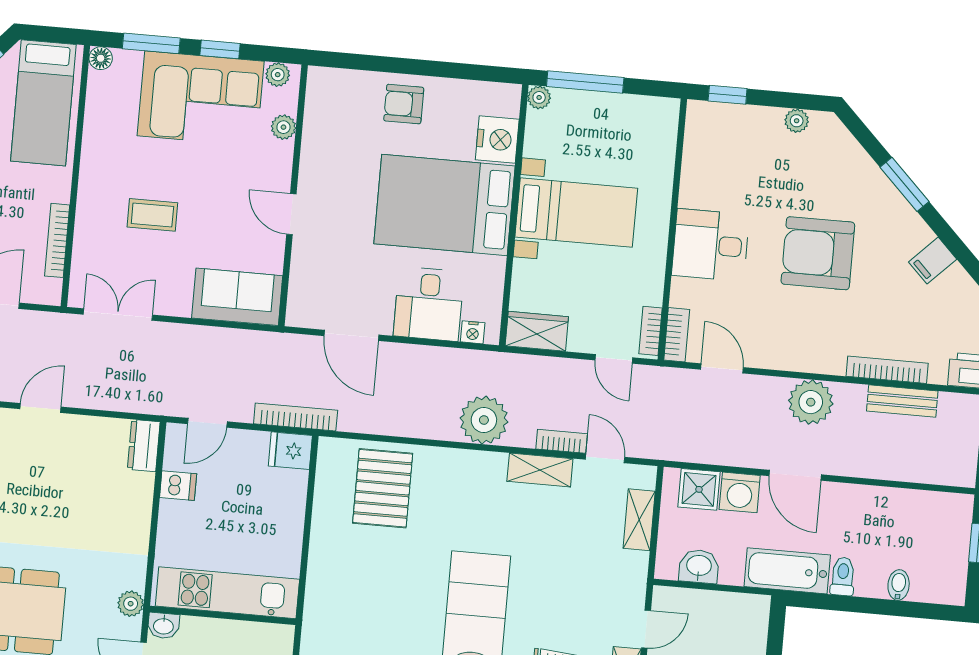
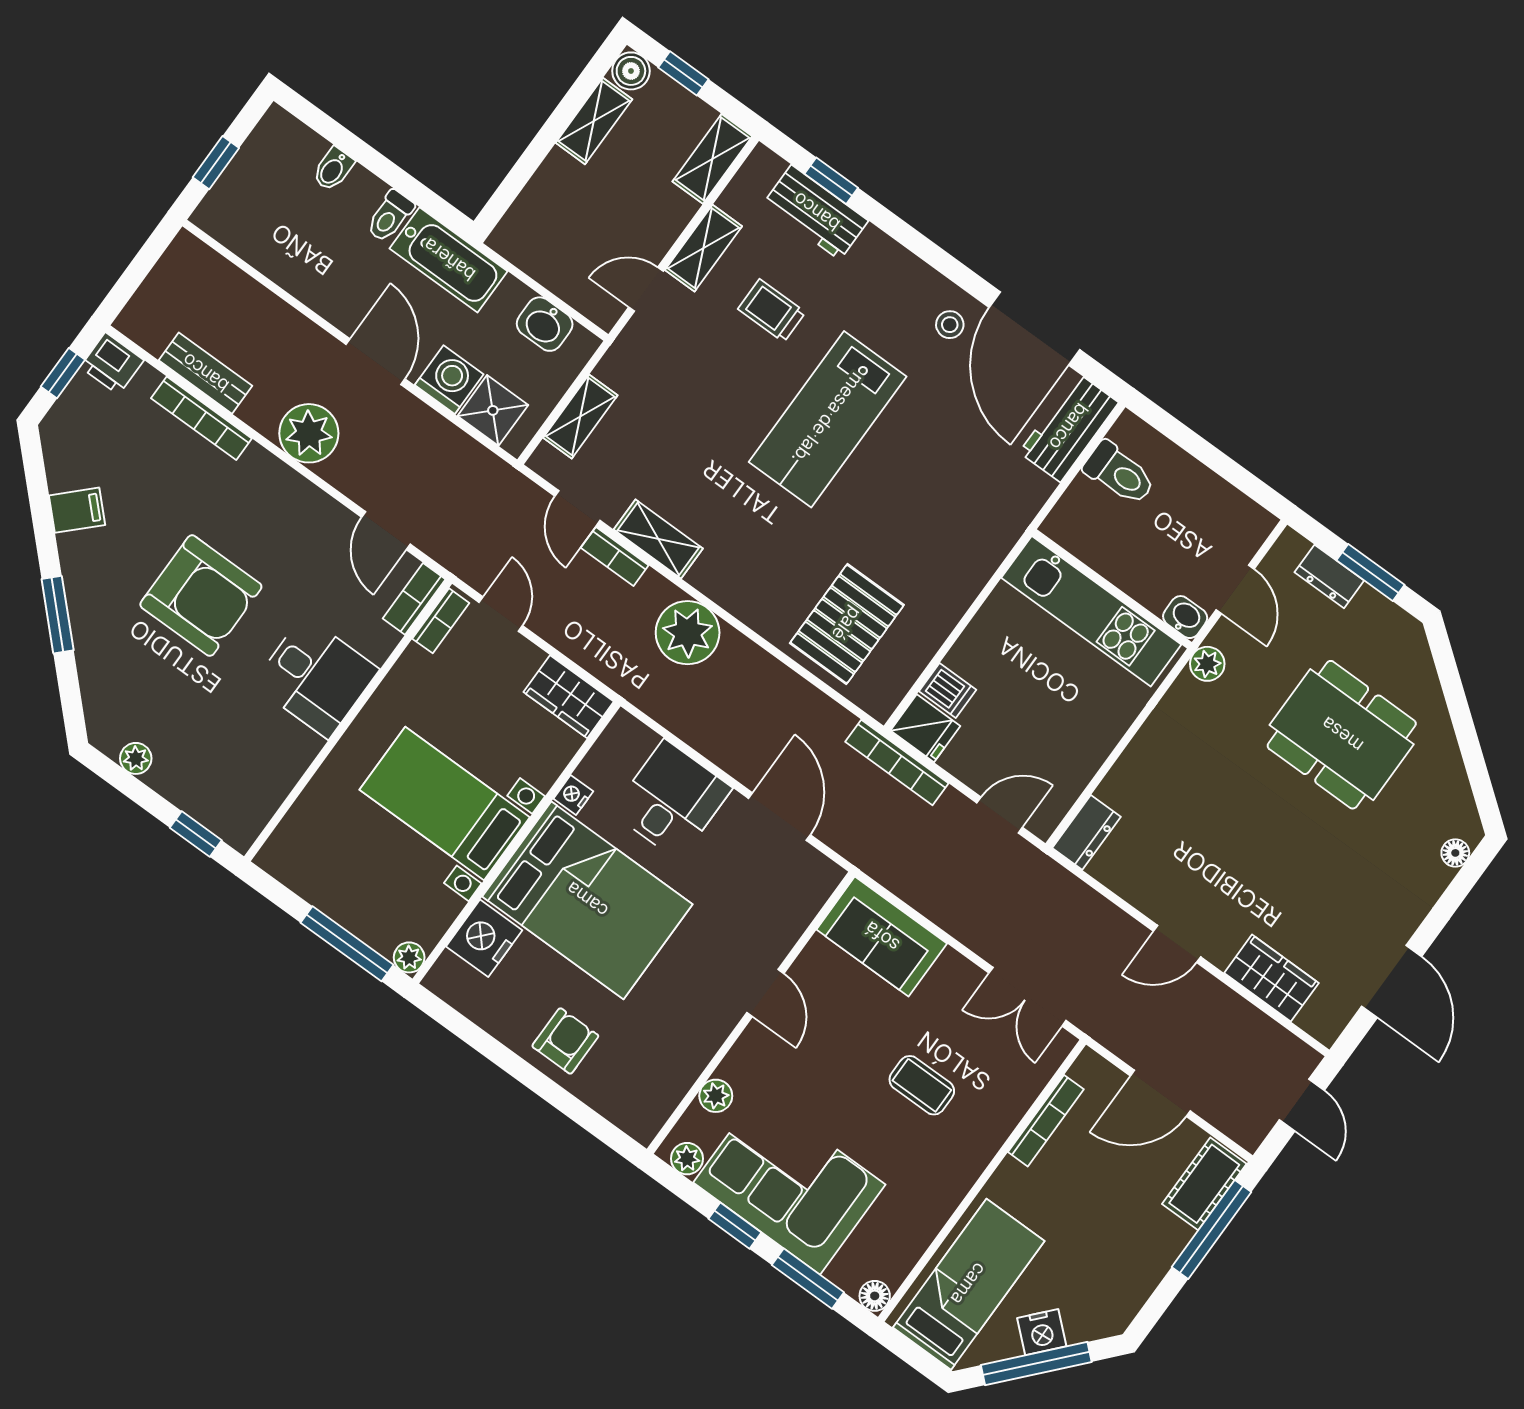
armchair: (404, 104) -> (565, 1041), turned -90
nightstand: (473, 332) -> (573, 795), moved, turned -90
dishwasher: (178, 486) -> (948, 691), moved, turned 180

